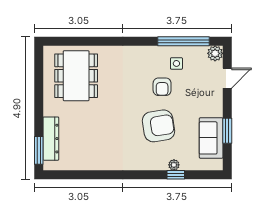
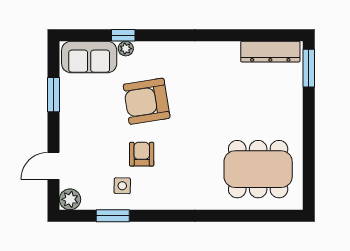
window: (183, 41) -> (113, 216), width x0.47
dining table: (76, 76) -> (258, 169), turned 90
sofa: (211, 138) -> (89, 57), moved, turned 90
dresser: (51, 139) -> (270, 52), moved, turned -90

